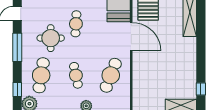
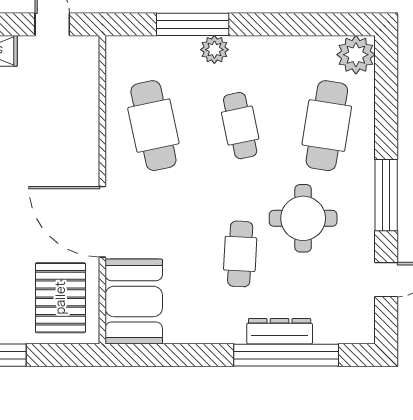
cafe table: (111, 75) -> (153, 126), turned -33
window: (17, 90) -> (386, 90), removed

